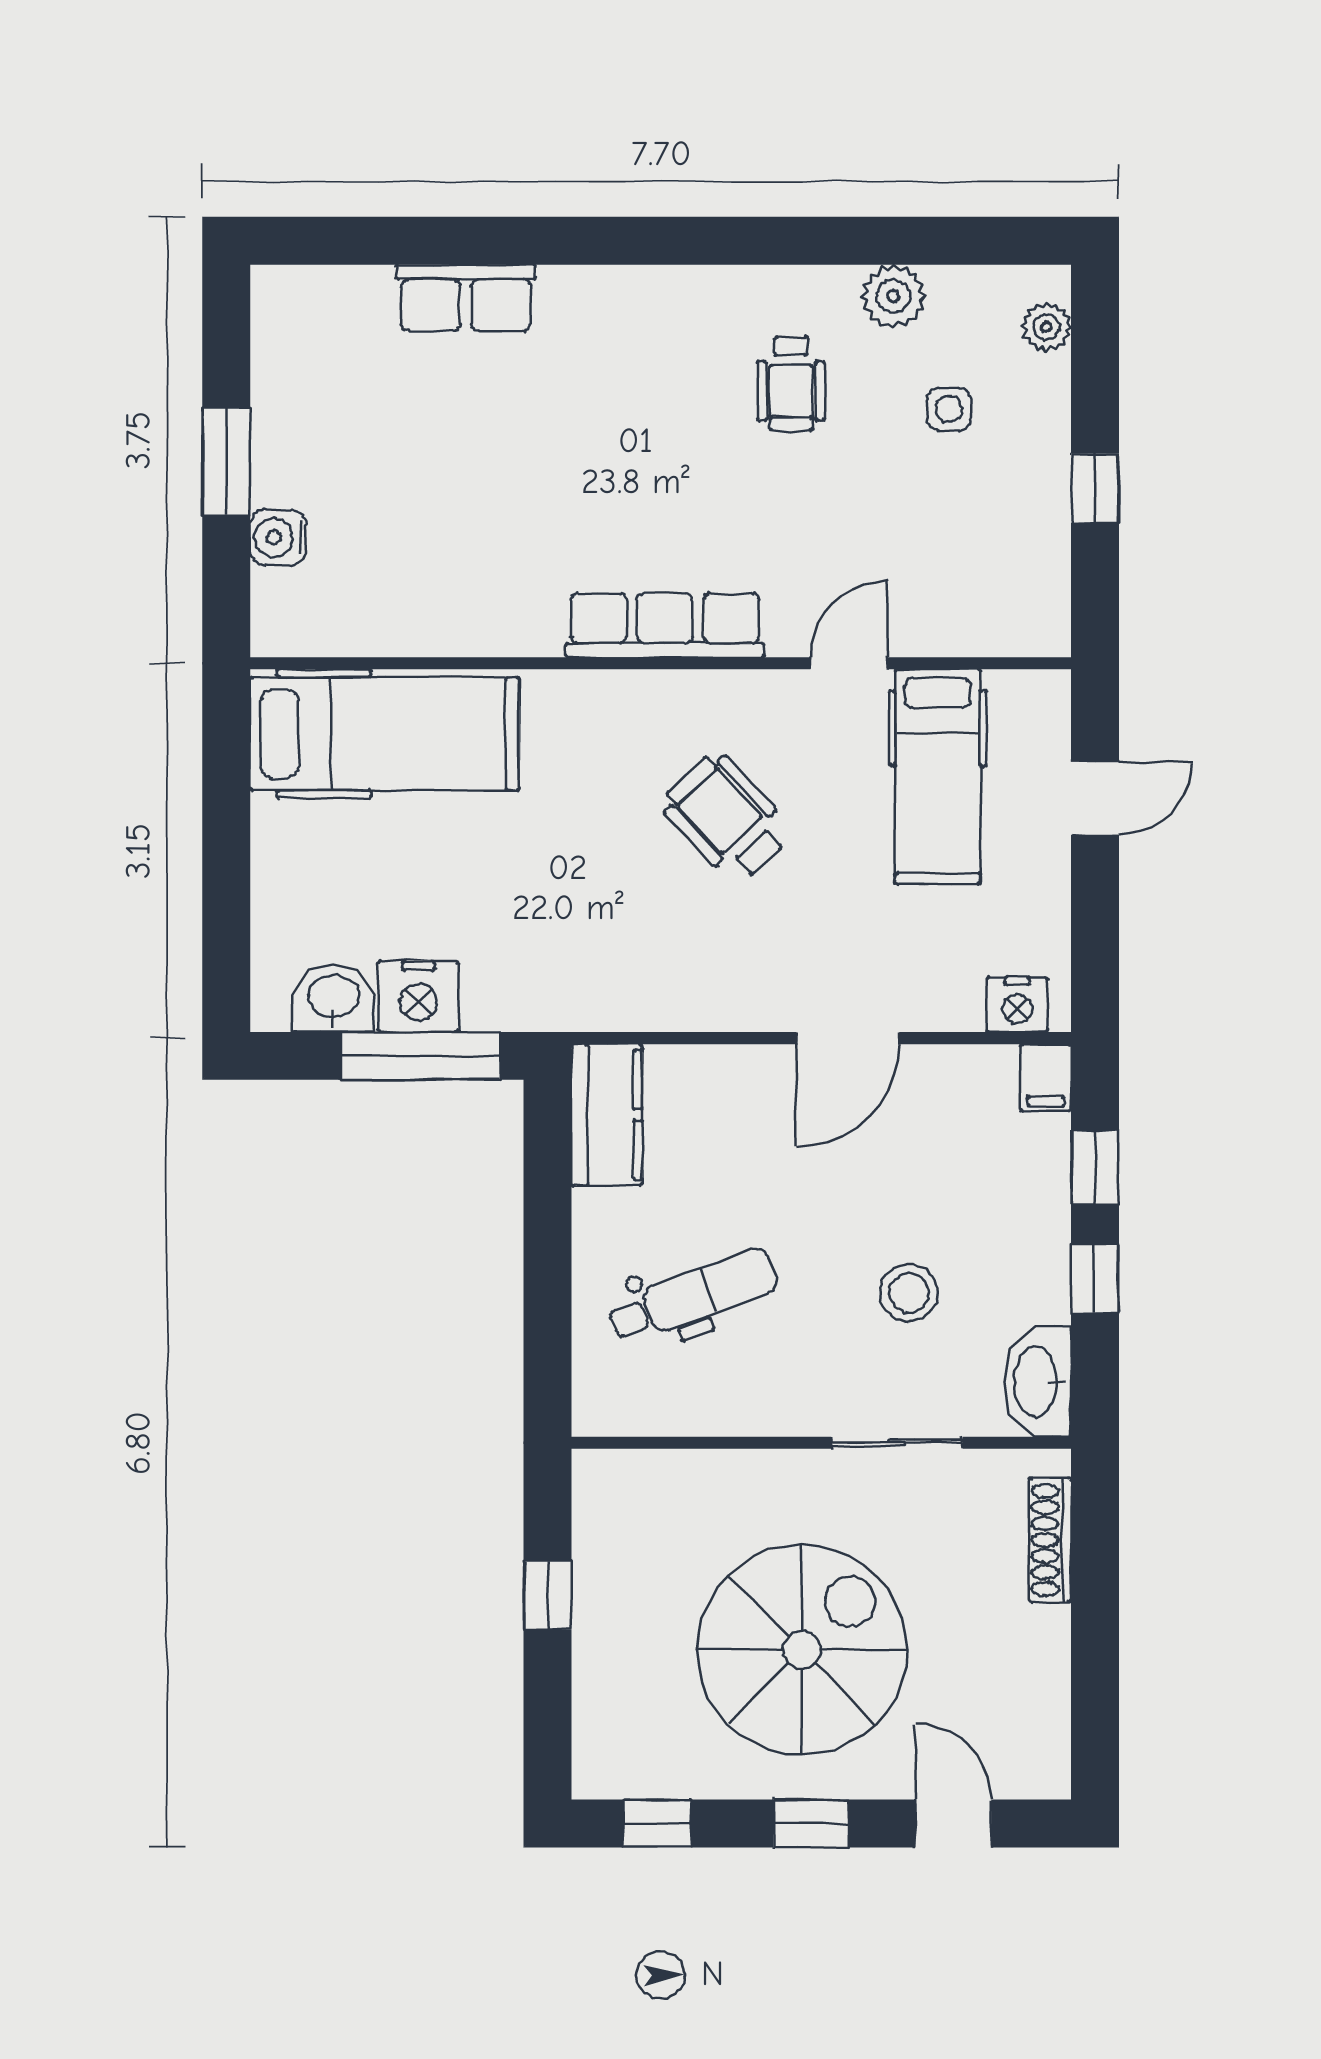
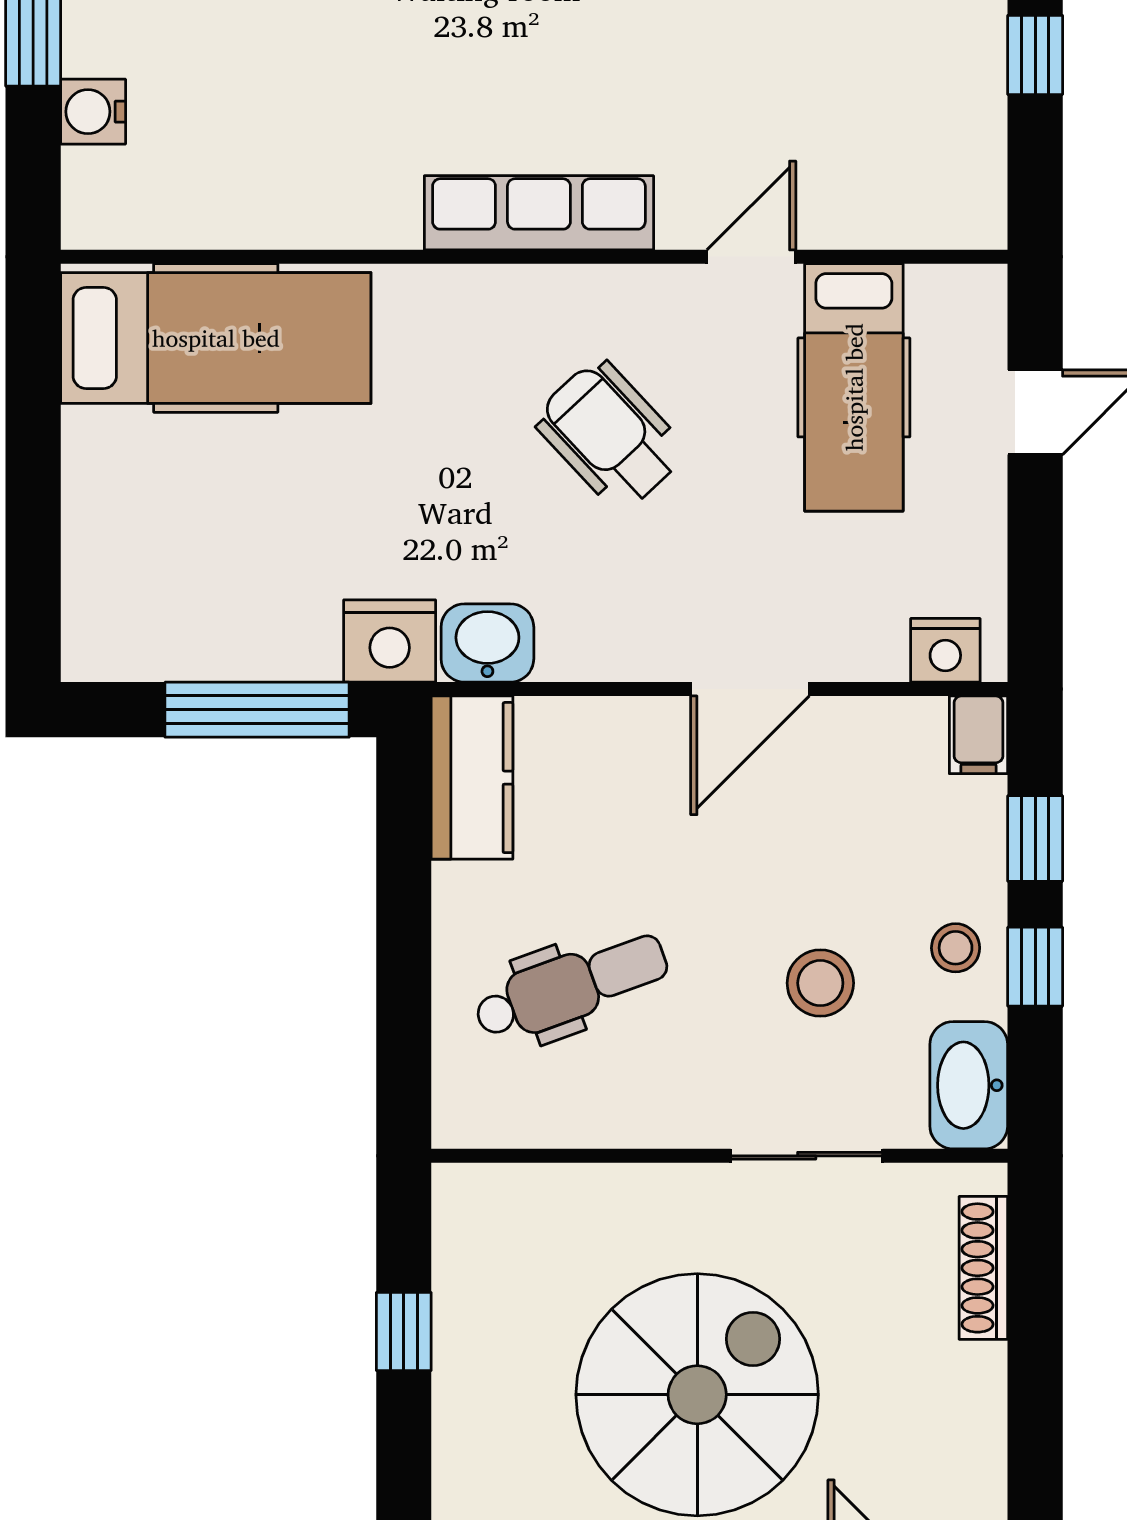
nightstand: (418, 996) -> (390, 641), moved
washbasin: (334, 998) -> (487, 643), moved
stool: (1026, 1262) -> (956, 948), added

